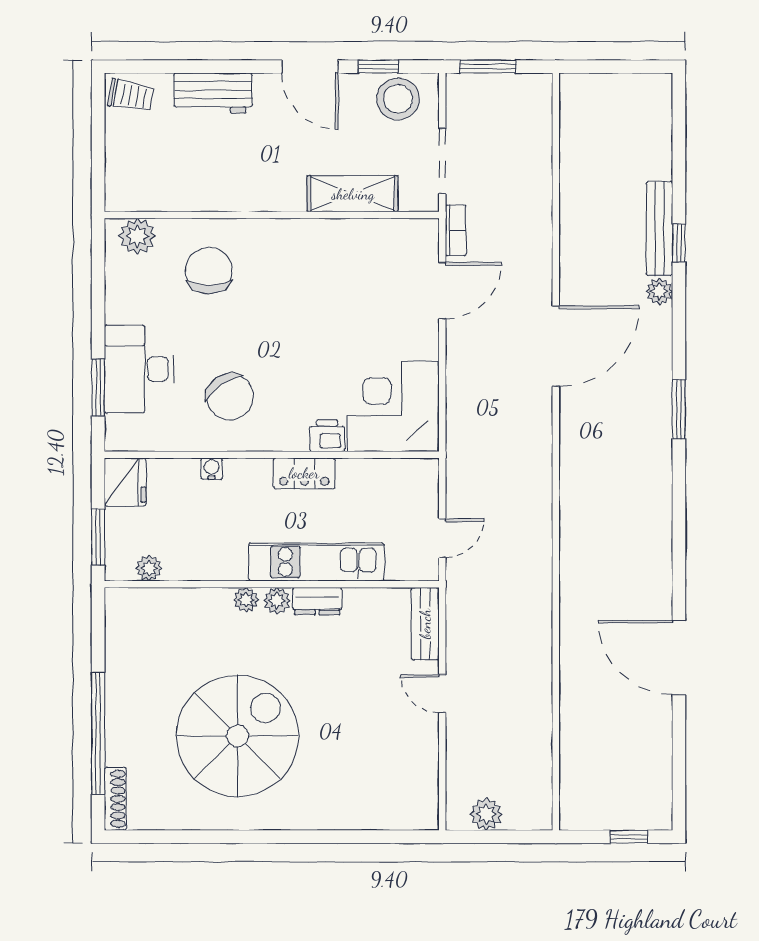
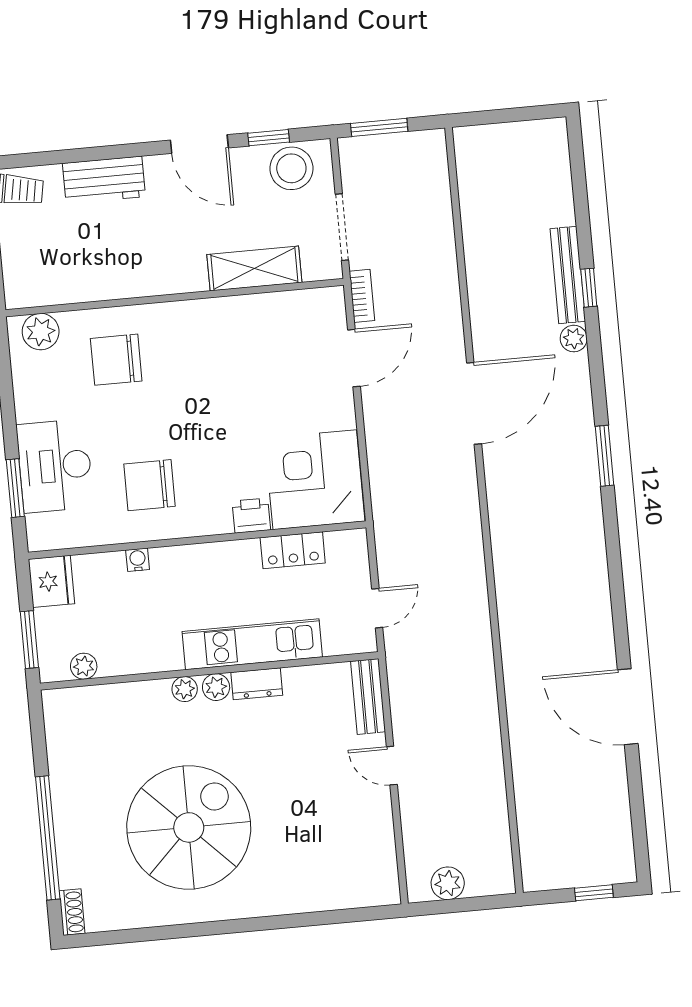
chair: (209, 271) -> (116, 360), turned -90
chair: (230, 397) -> (149, 485), turned 125
locker: (304, 473) -> (293, 550), moved
shoe rack: (115, 799) -> (72, 912), width x0.70

